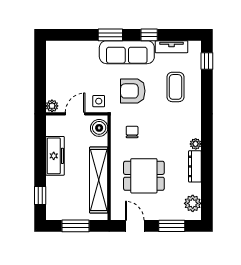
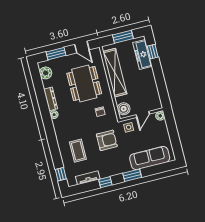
sofa: (127, 52) -> (150, 158), moved
freezer: (55, 156) -> (142, 54), moved
dining table: (144, 176) -> (84, 83), width x1.37

